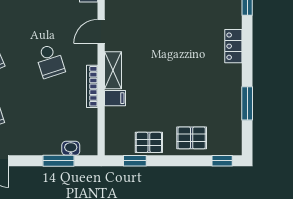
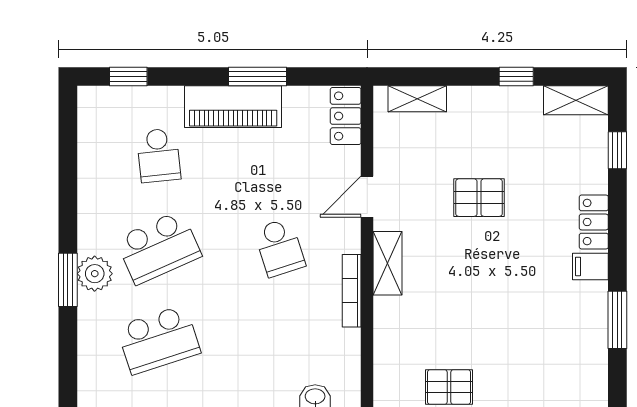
filing cabinet: (115, 98) -> (590, 266), moved, turned 180
pallet: (192, 138) -> (479, 198), moved

